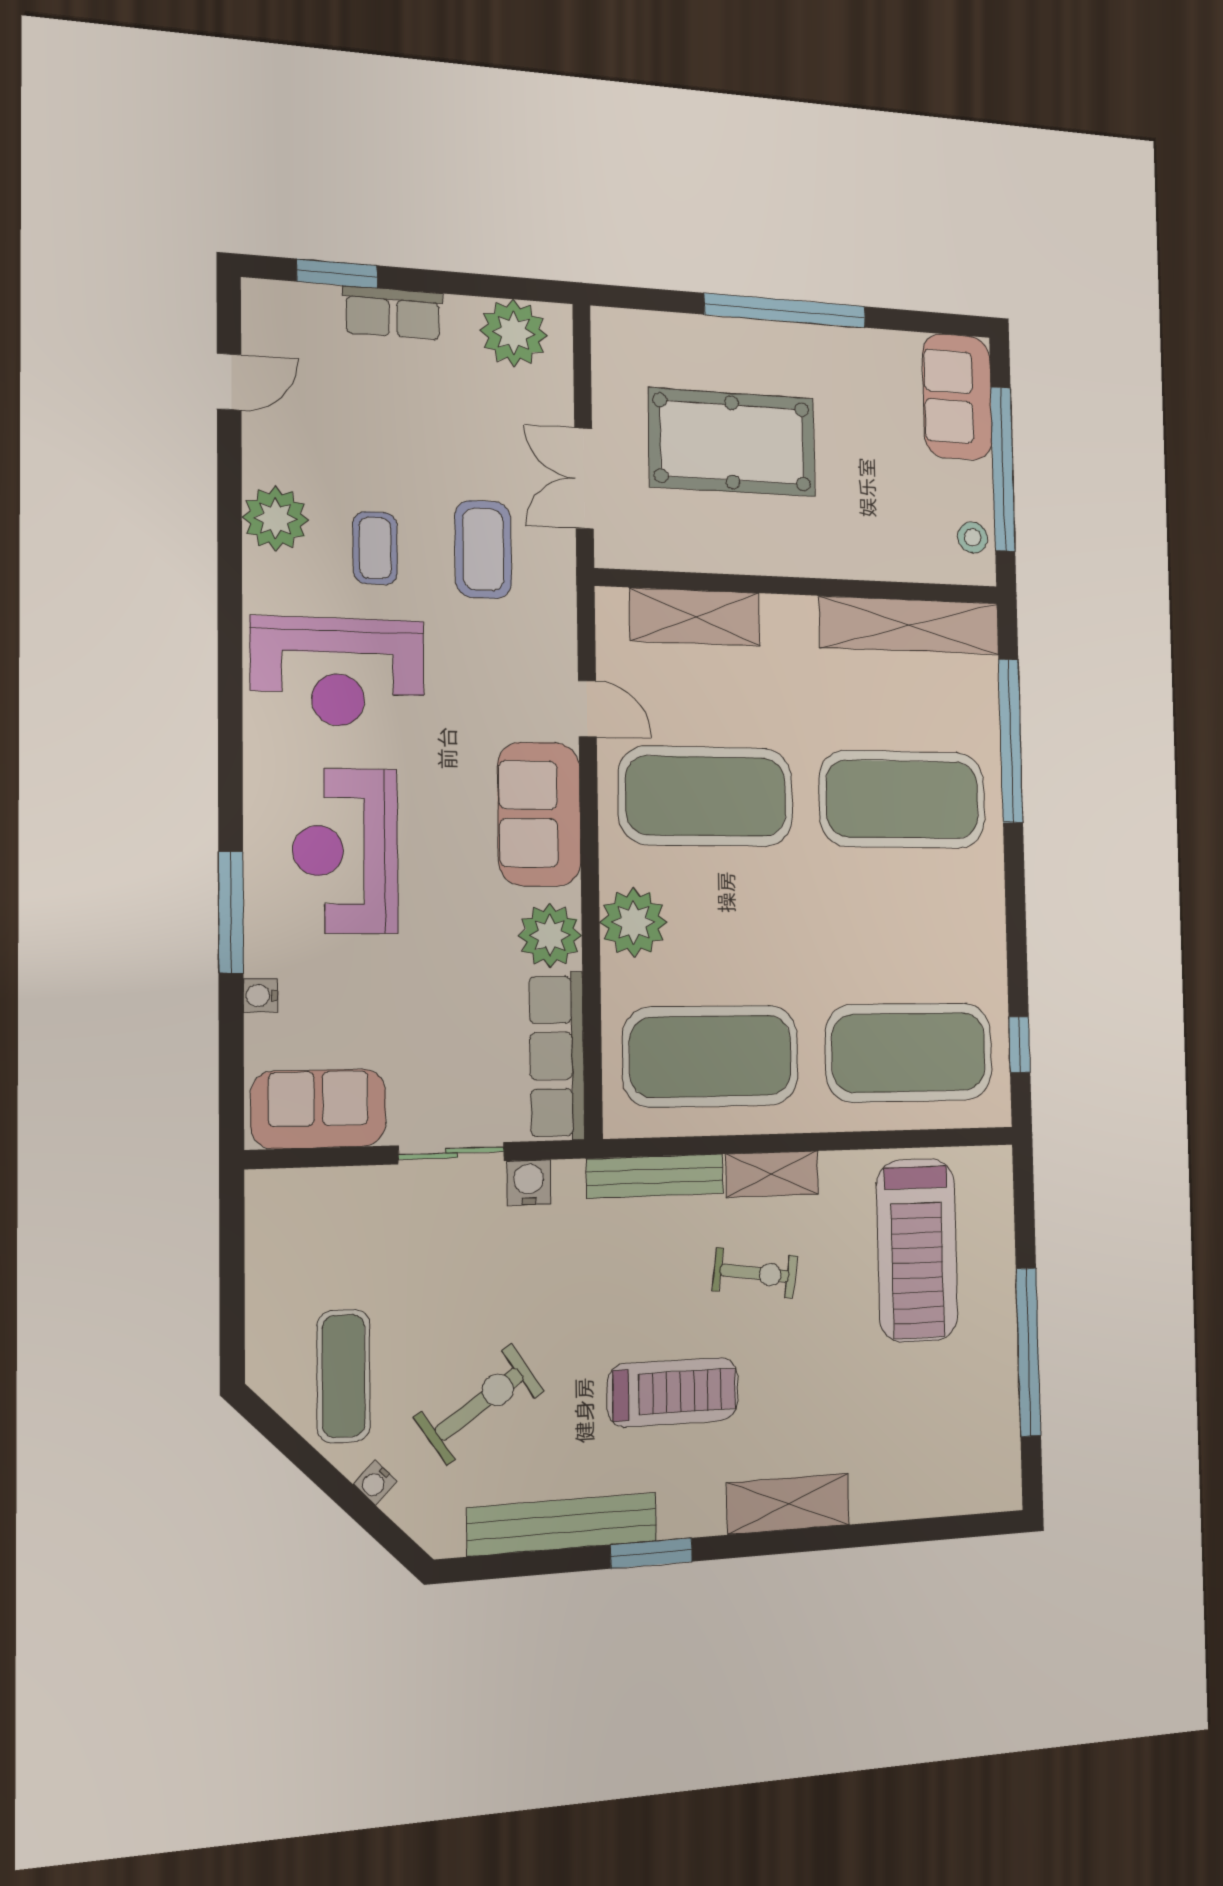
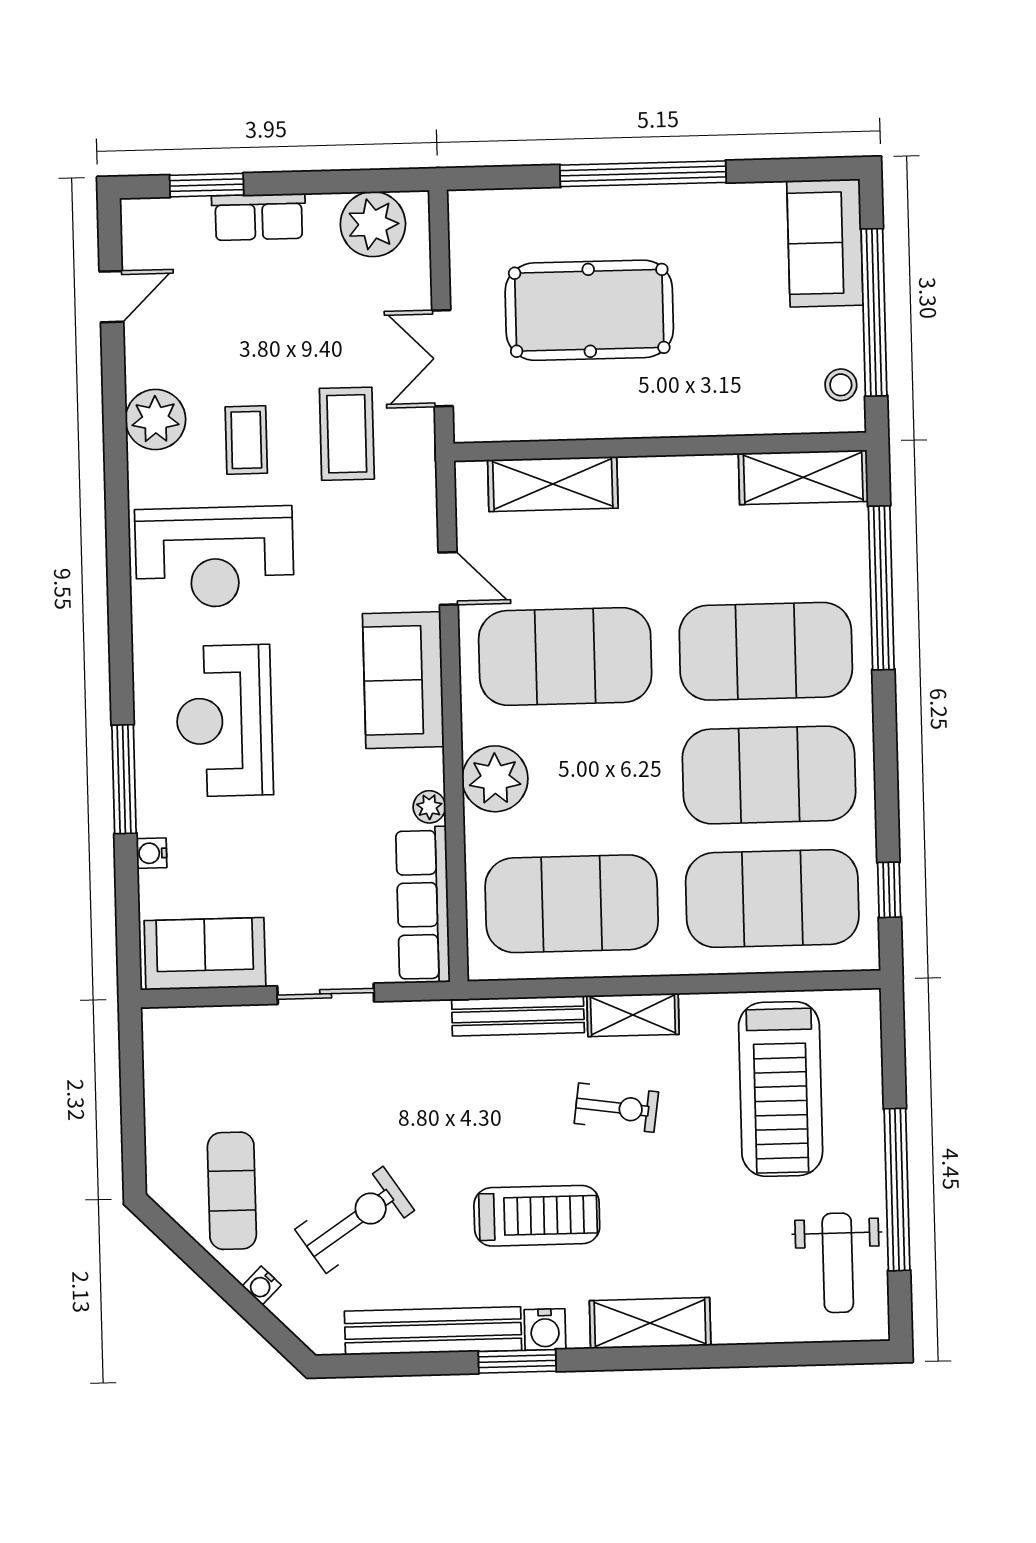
shelving: (909, 625) -> (803, 477), width x0.68
exercise mat: (906, 925) -> (769, 775), added
plant: (550, 935) -> (429, 807), width x0.53, depth x0.53
water cooler: (529, 1183) -> (545, 1329), moved, turned 180
weight bench: (972, 1431) -> (838, 1263), added

